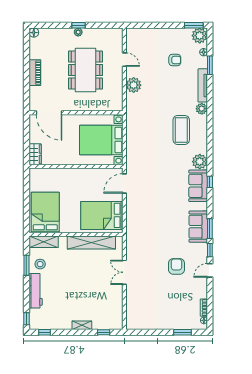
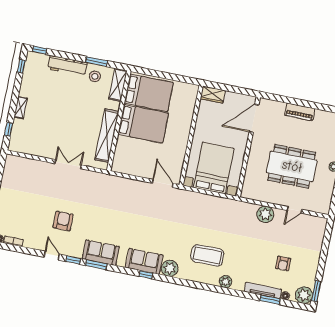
tv unit: (203, 85) -> (263, 290), moved
bed: (102, 215) -> (143, 124), moved, turned 90
armchair: (176, 266) -> (63, 221), turned -90

